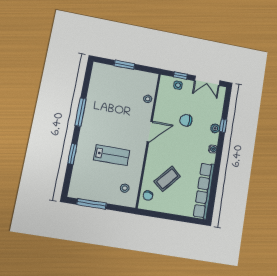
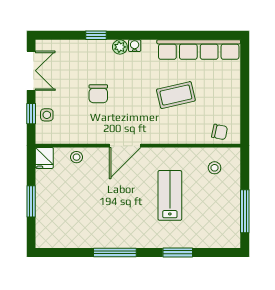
fridge: (151, 78) -> (44, 158), added
plant: (215, 128) -> (120, 47), moved
door: (150, 131) -> (125, 146), swing flipped
coffee table: (167, 179) -> (176, 95), moved, turned -54

